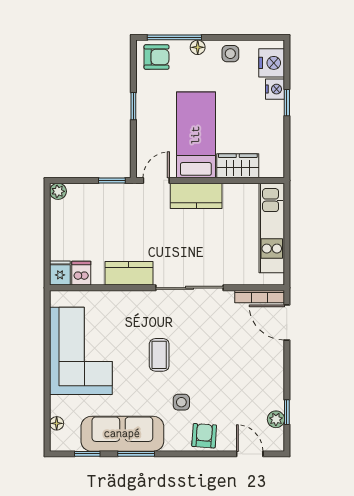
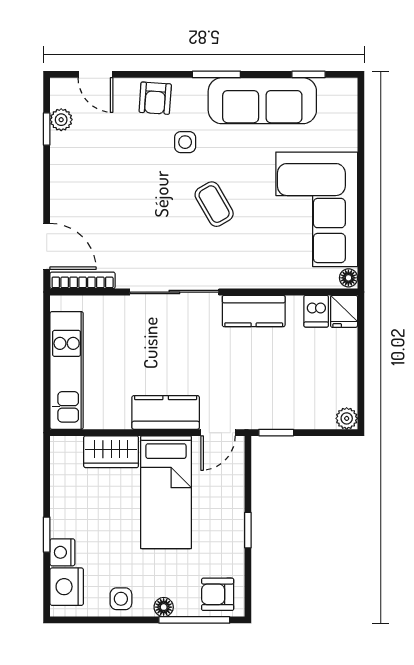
coffee table: (159, 355) -> (214, 204), turned -30
floor lamp: (57, 423) -> (348, 278), moved
window: (136, 454) -> (216, 74), moved

